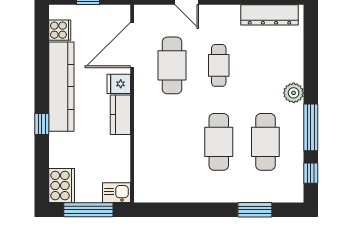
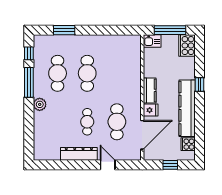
dresser: (270, 15) -> (79, 154), moved

